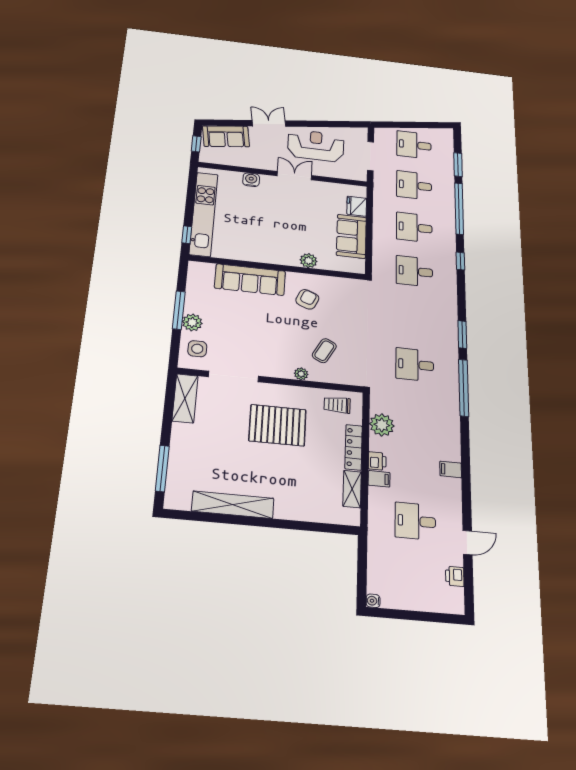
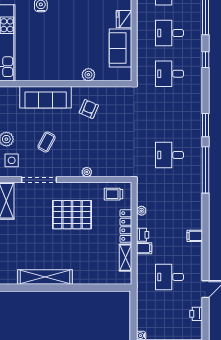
coffee table: (324, 351) -> (47, 142), moved
plant: (382, 425) -> (141, 211), width x0.53, depth x0.53

